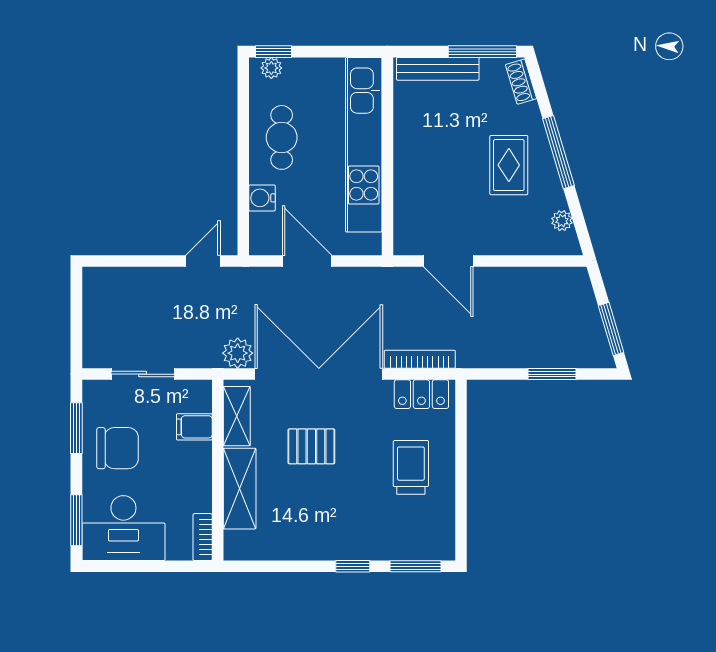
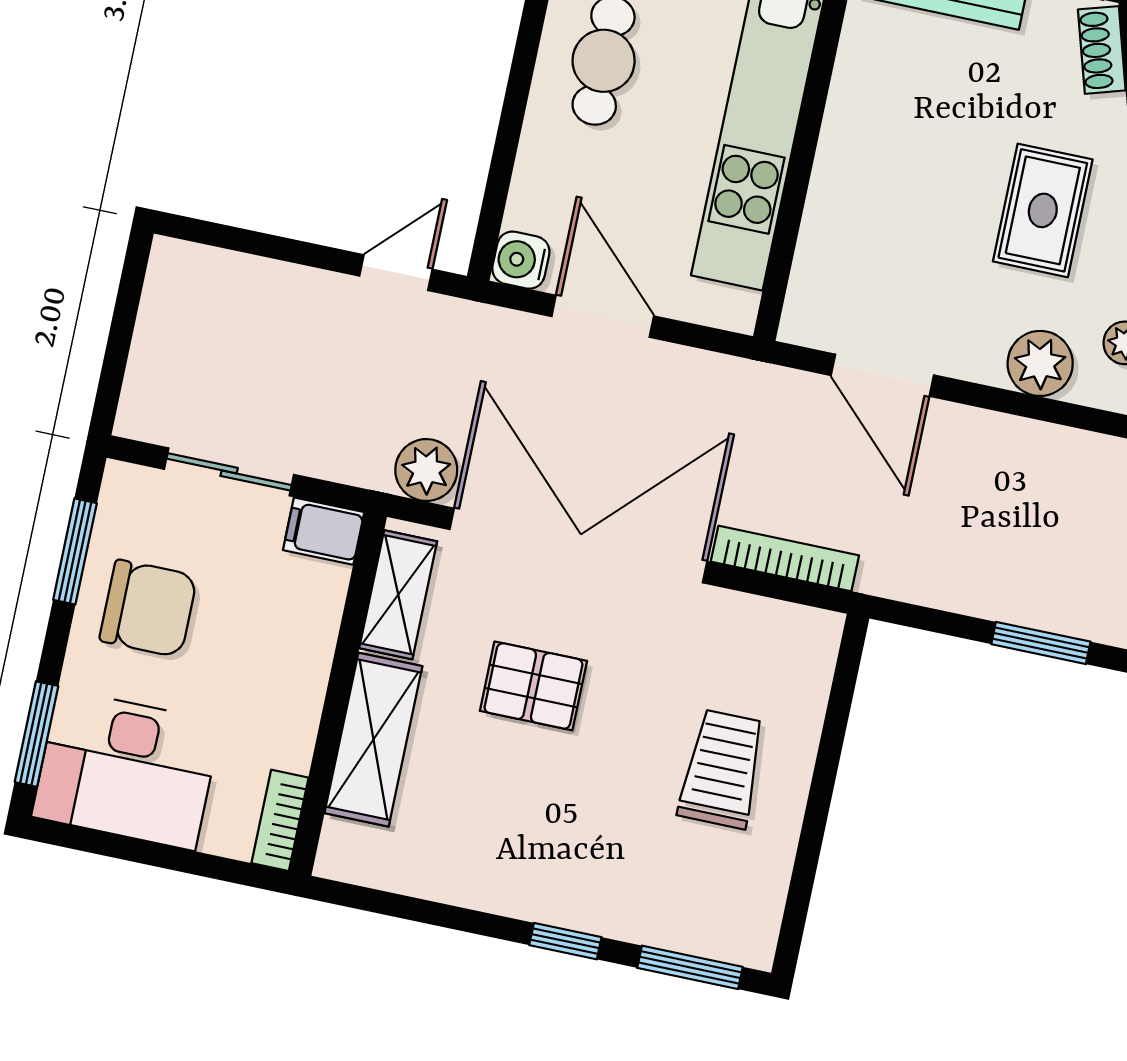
water cooler: (262, 198) -> (521, 260), moved
plant: (523, 239) -> (1040, 363), added
locker: (421, 394) -> (774, 628), removed
filing cabinet: (194, 427) -> (324, 531), moved

